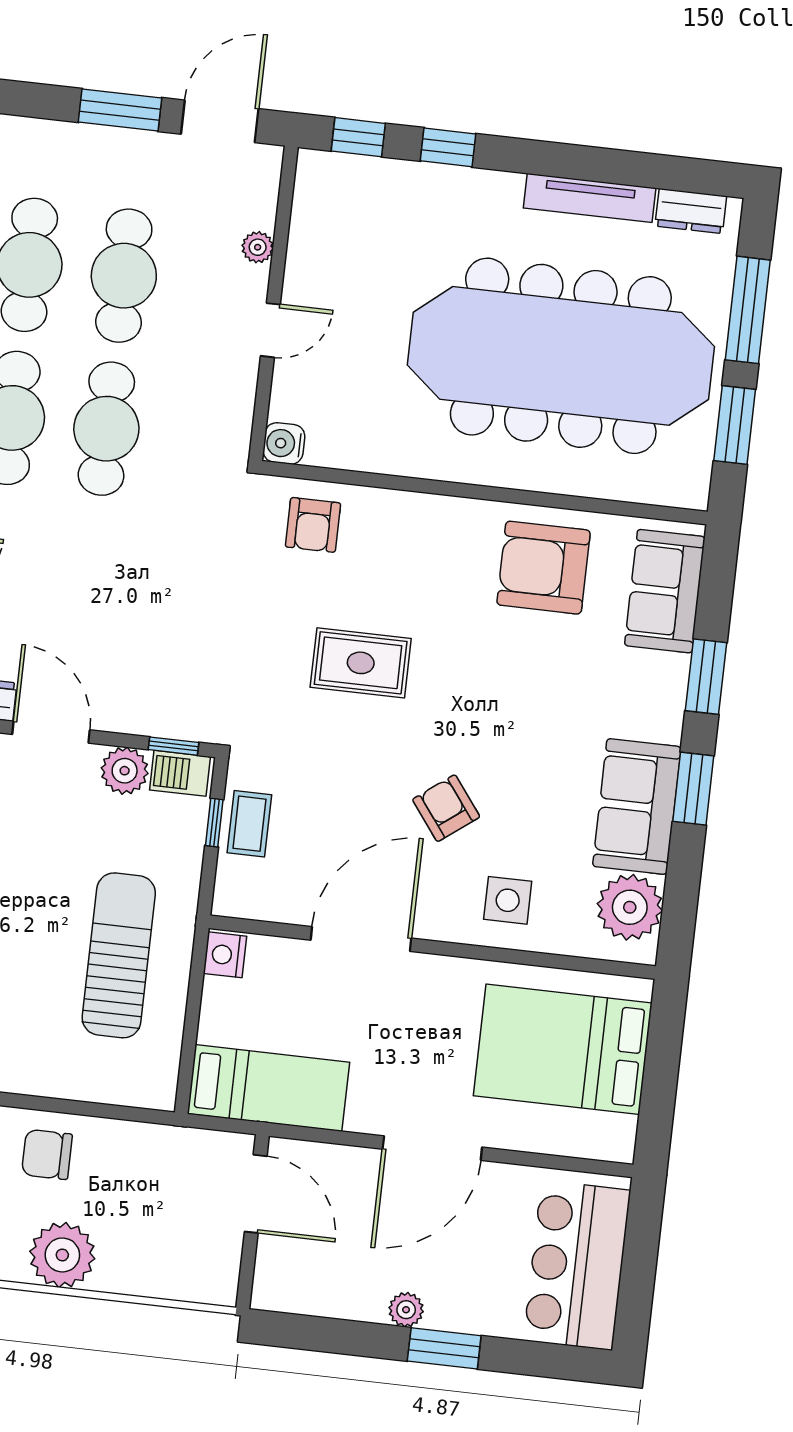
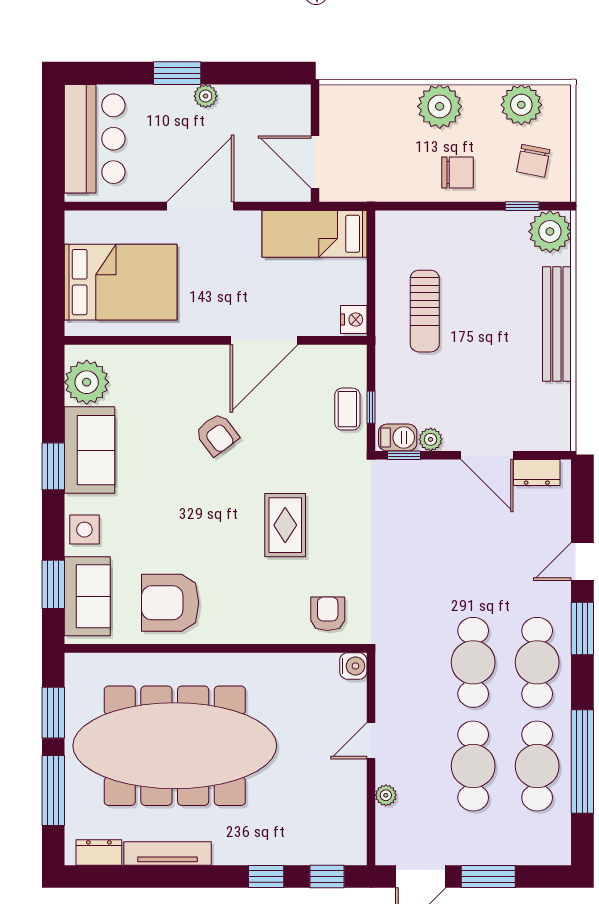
armchair: (544, 568) -> (170, 603), turned 180
rug: (361, 663) -> (285, 525), turned 90
window: (706, 677) -> (53, 584), moved
plant: (125, 771) -> (431, 439), width x0.73, depth x0.73
side table: (508, 900) -> (84, 530), moved
sun lounger: (119, 955) -> (425, 311), width x0.73, depth x0.75

